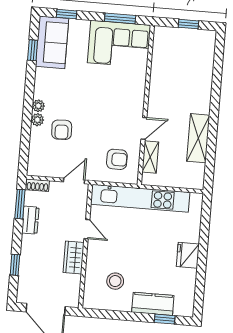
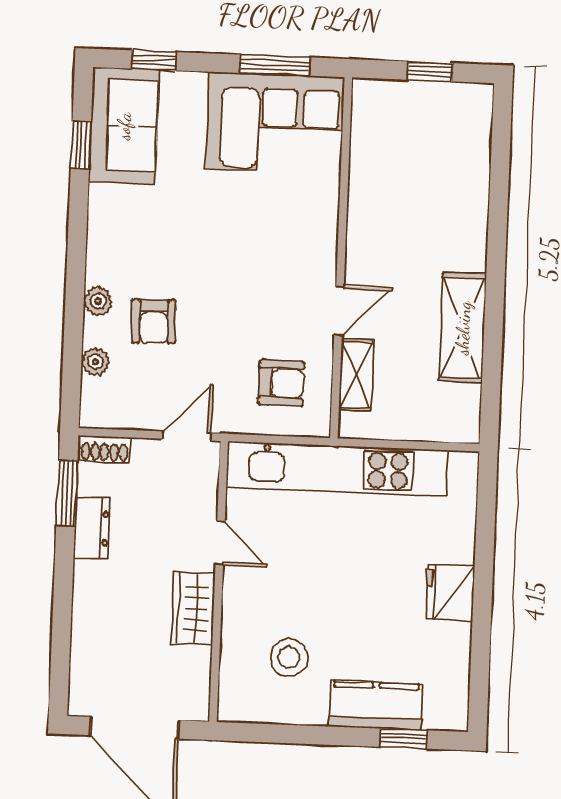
plant: (38, 106) -> (95, 362), moved
window: (15, 265) -> (61, 630), removed

